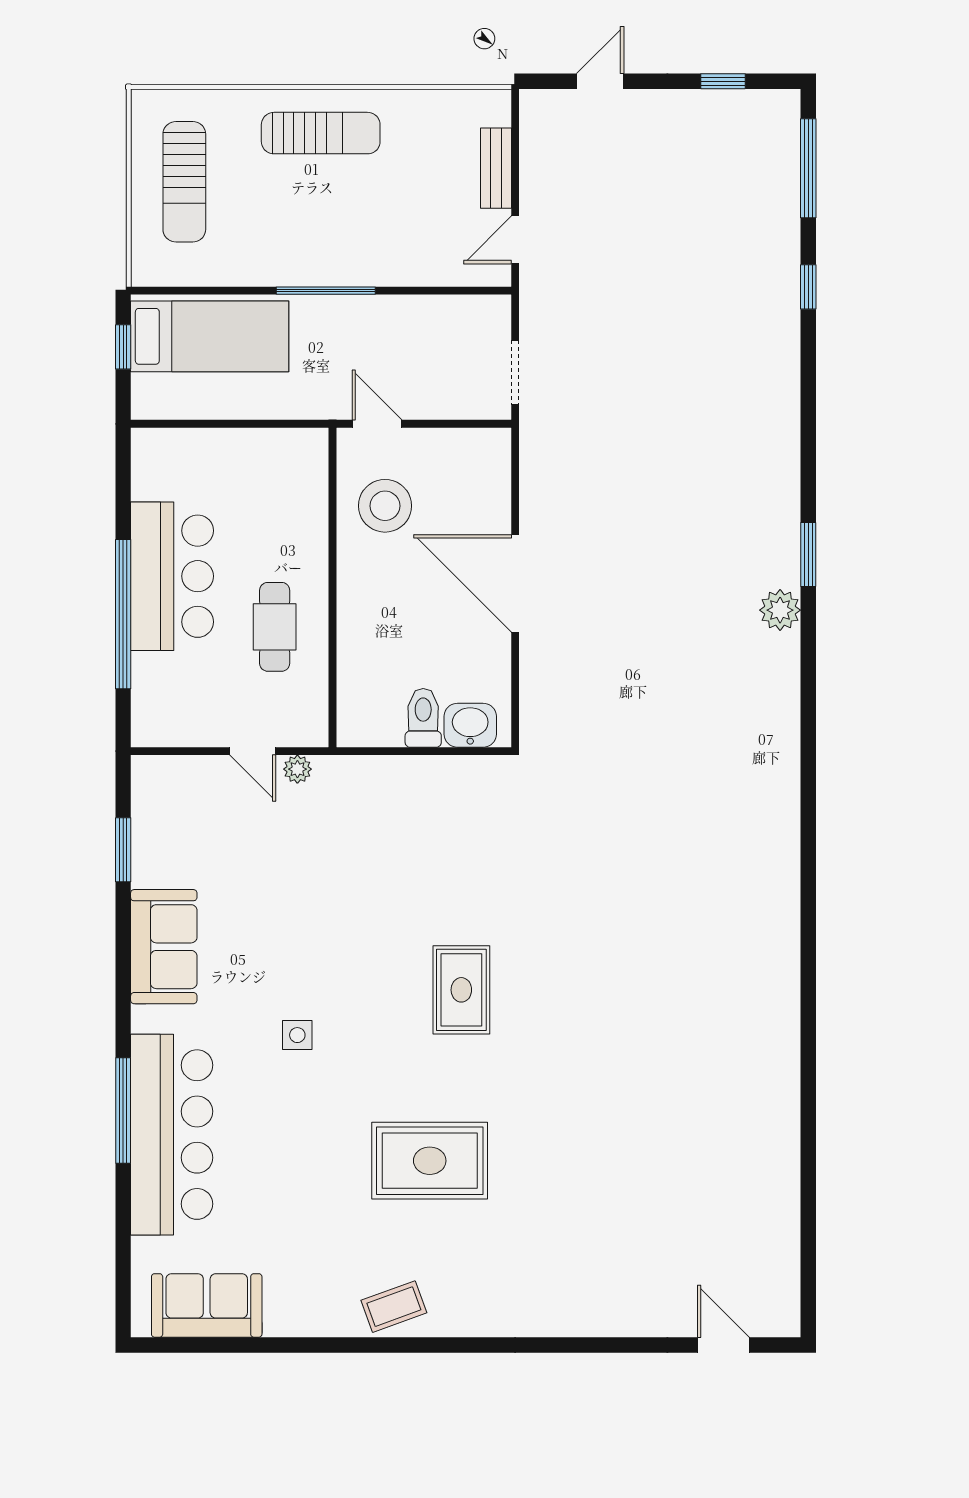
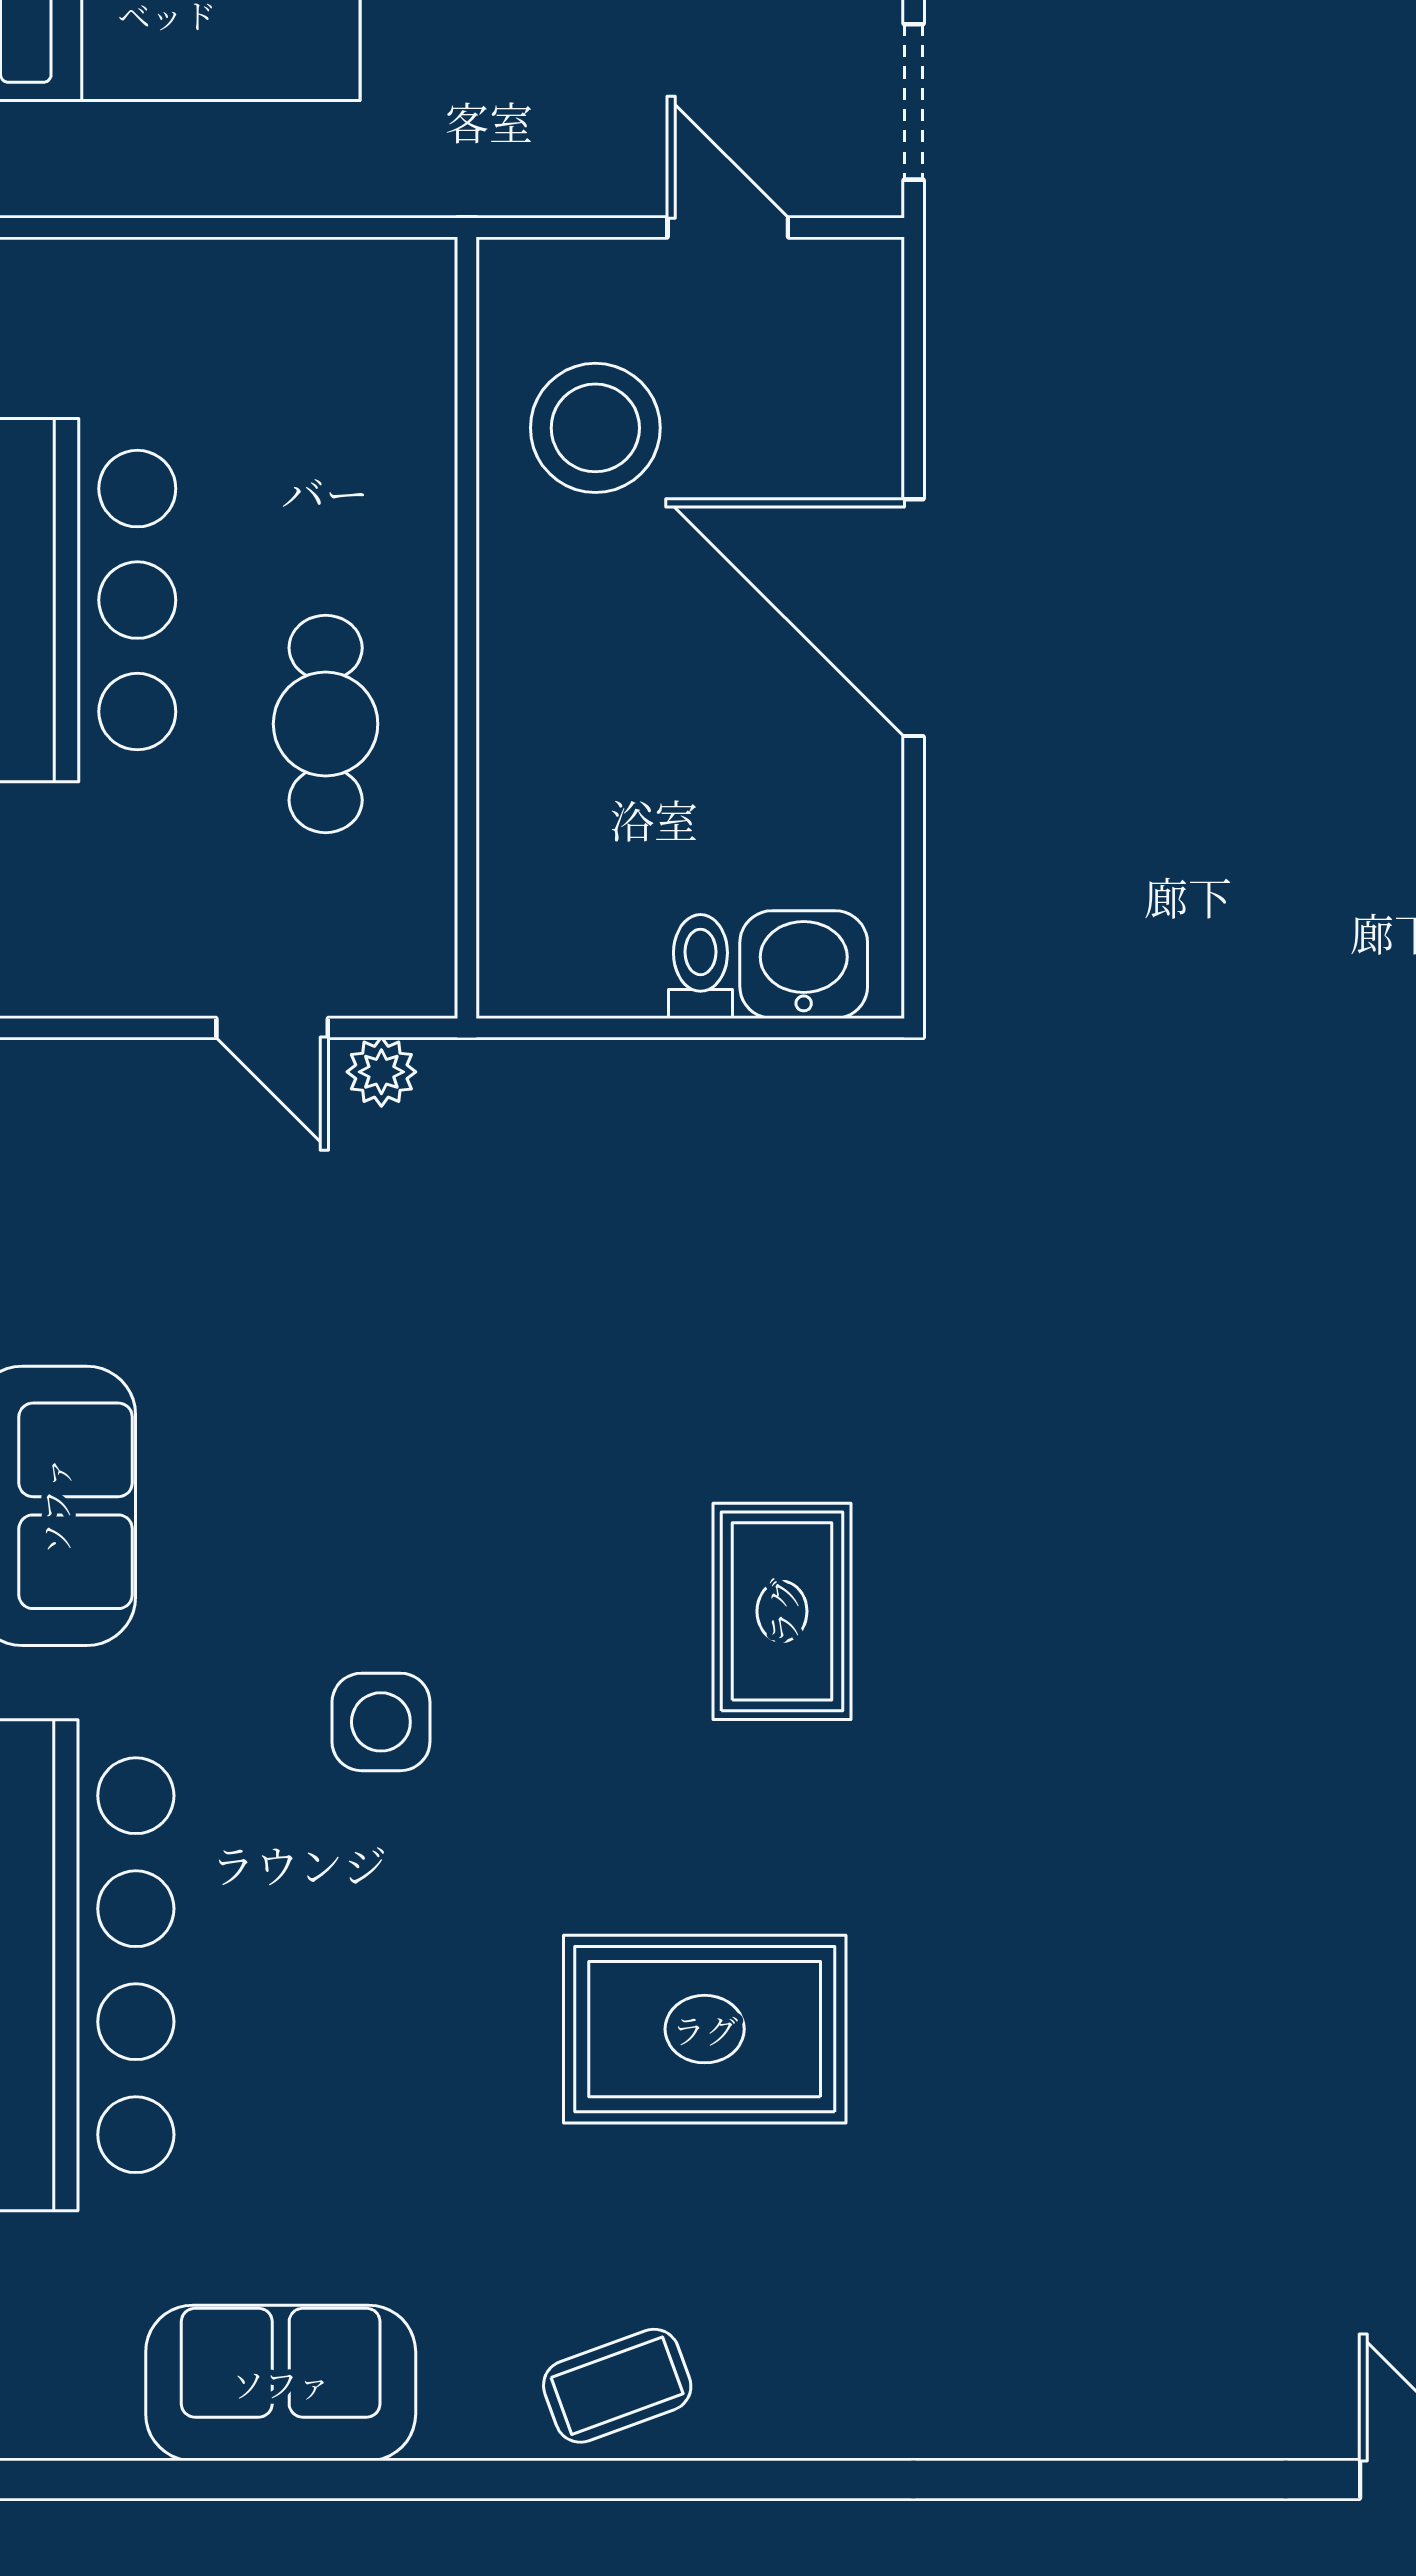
door: (377, 424) -> (728, 228), moved
toilet: (423, 718) -> (700, 966), width x0.73, depth x0.72
side table: (297, 1035) -> (381, 1722), width x1.37, depth x1.37
sofa: (207, 1305) -> (281, 2383), moved

